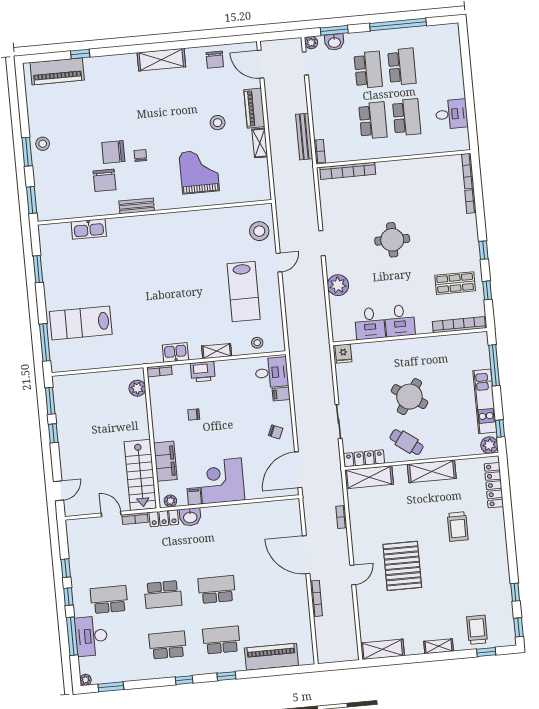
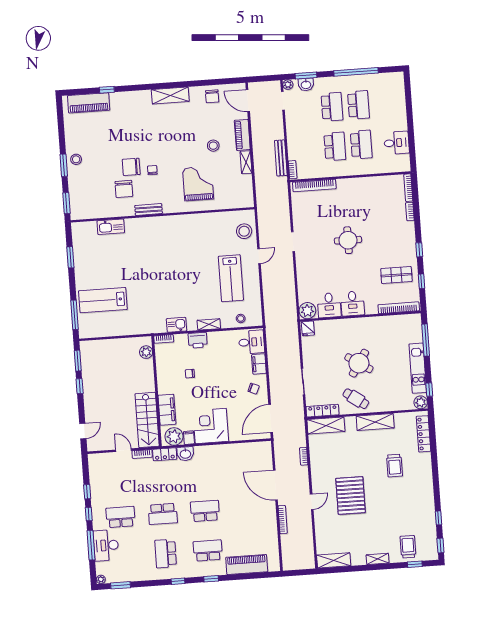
plant: (338, 285) -> (307, 311), moved
filing cabinet: (281, 394) -> (259, 364), width x2.00
plant: (170, 501) -> (174, 436), width x1.88, depth x1.88
school desk: (168, 645) -> (166, 554), turned -90

